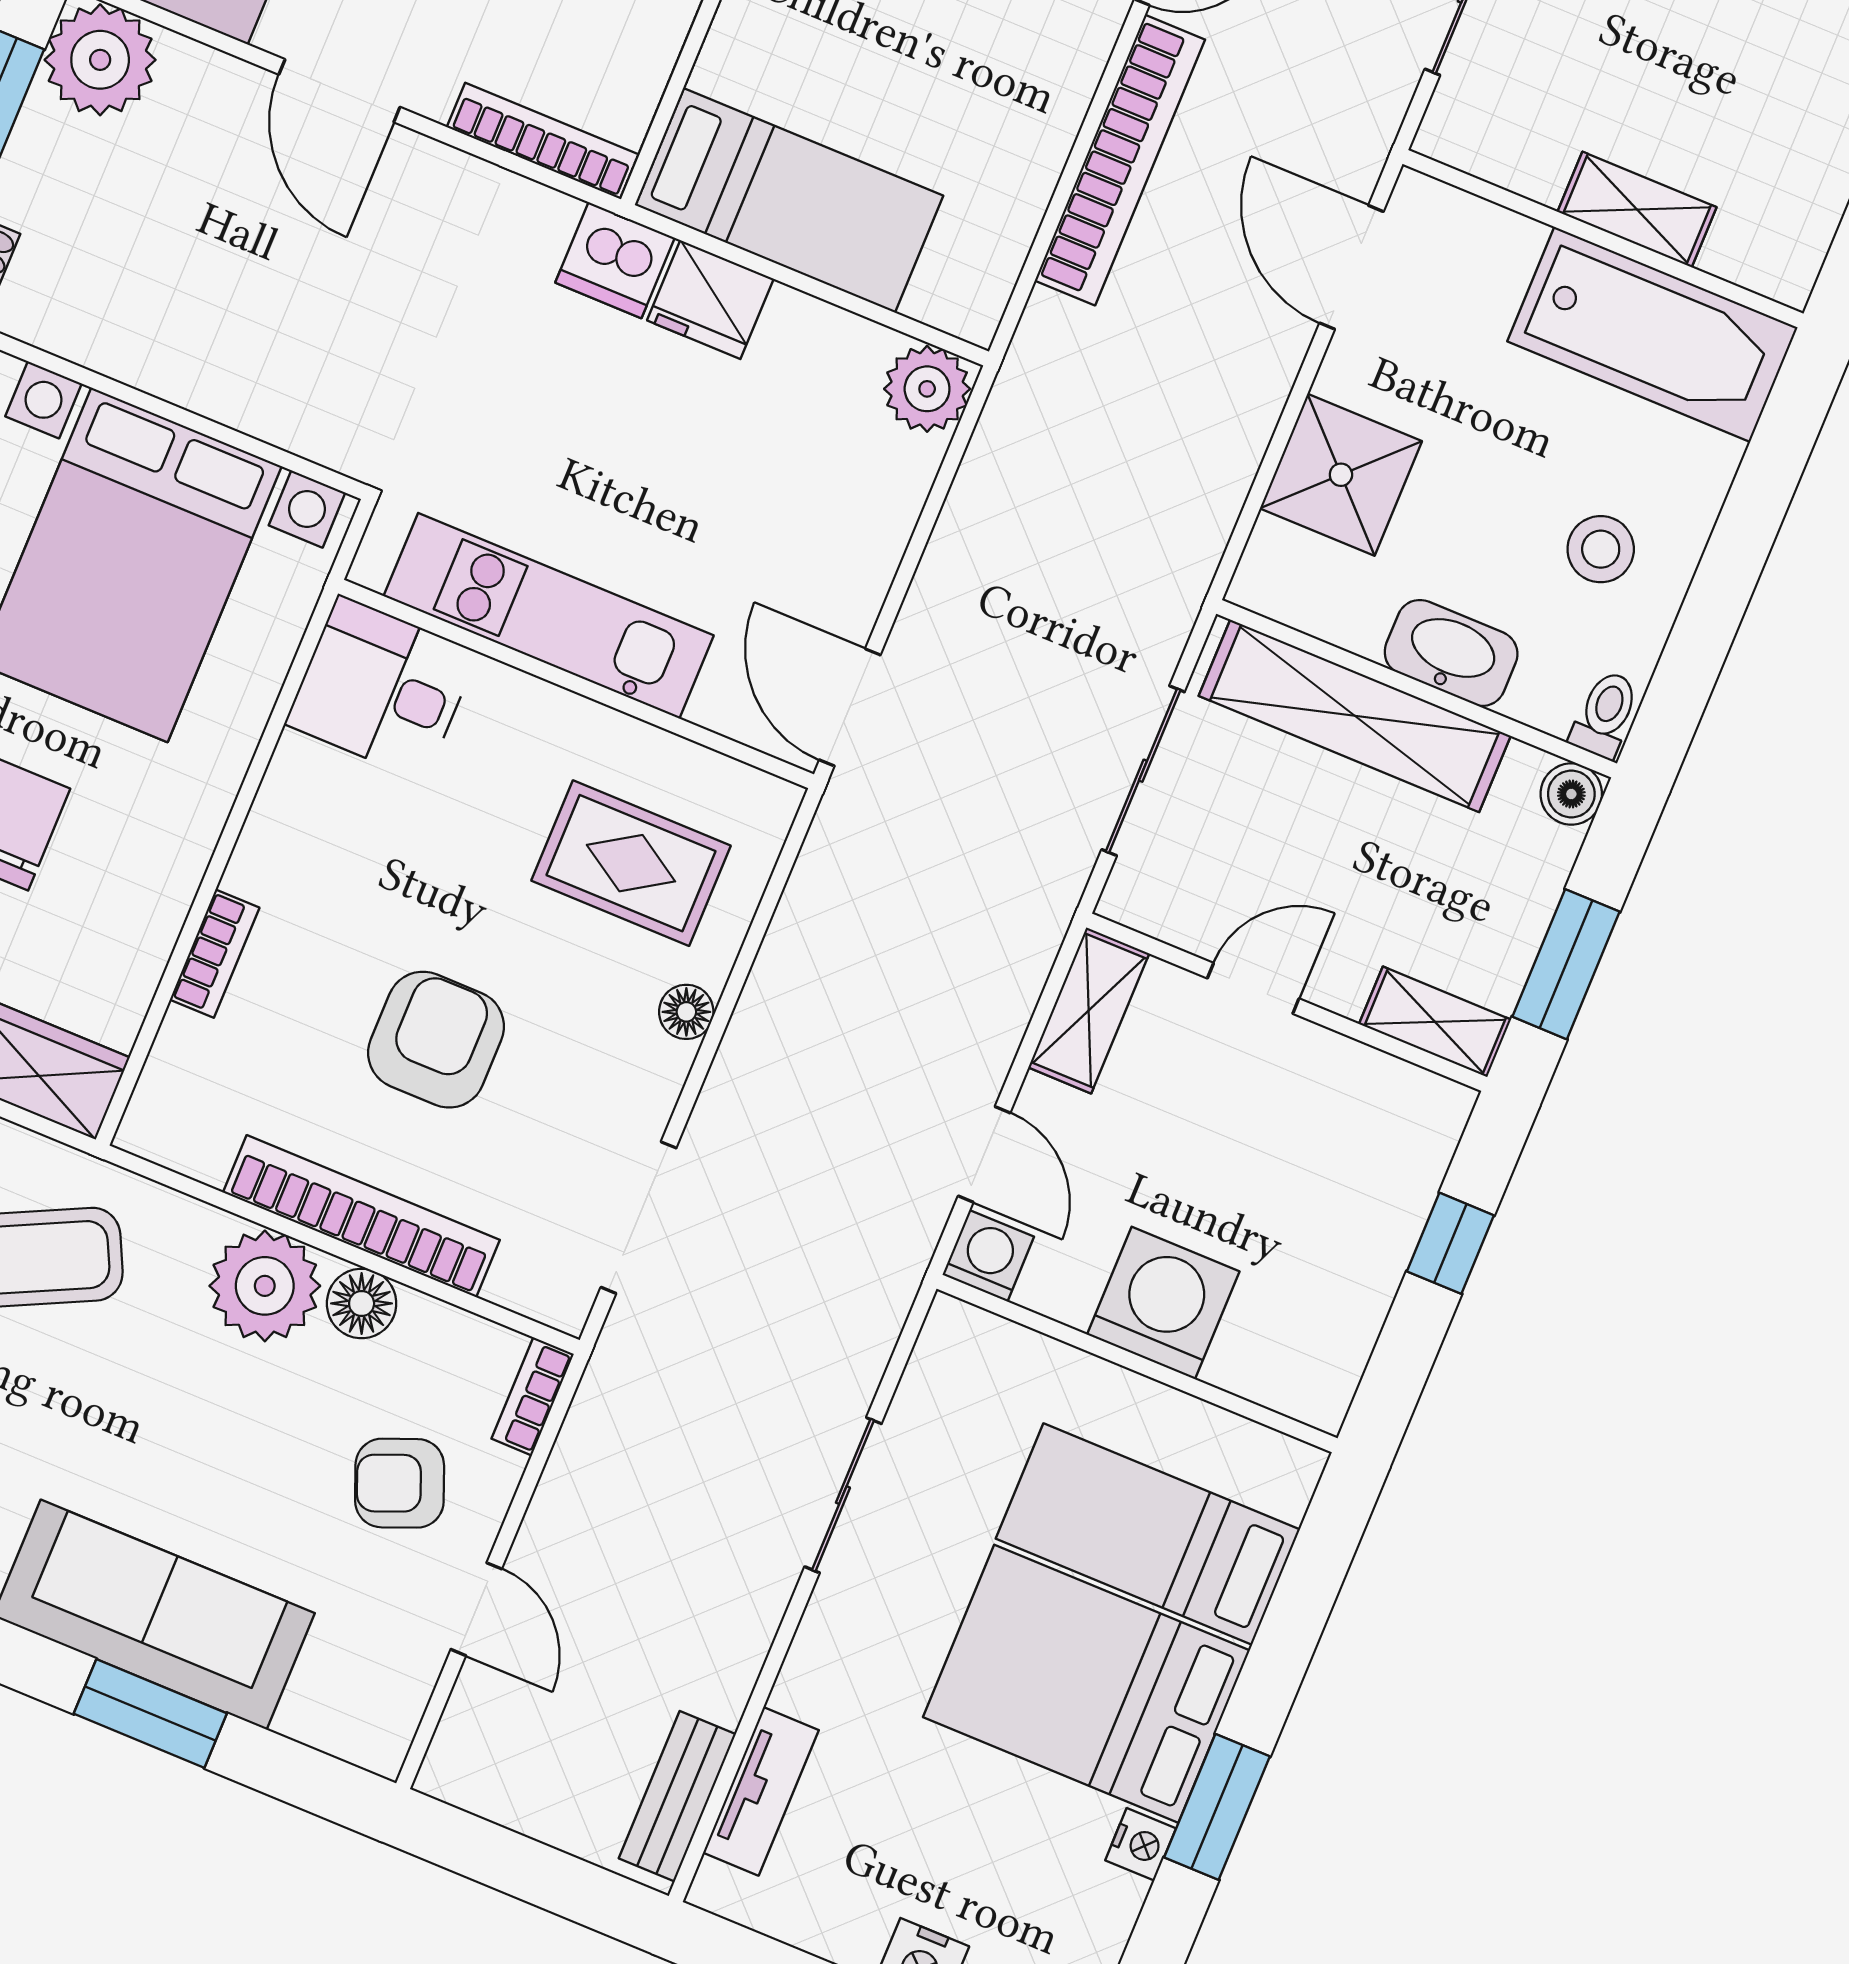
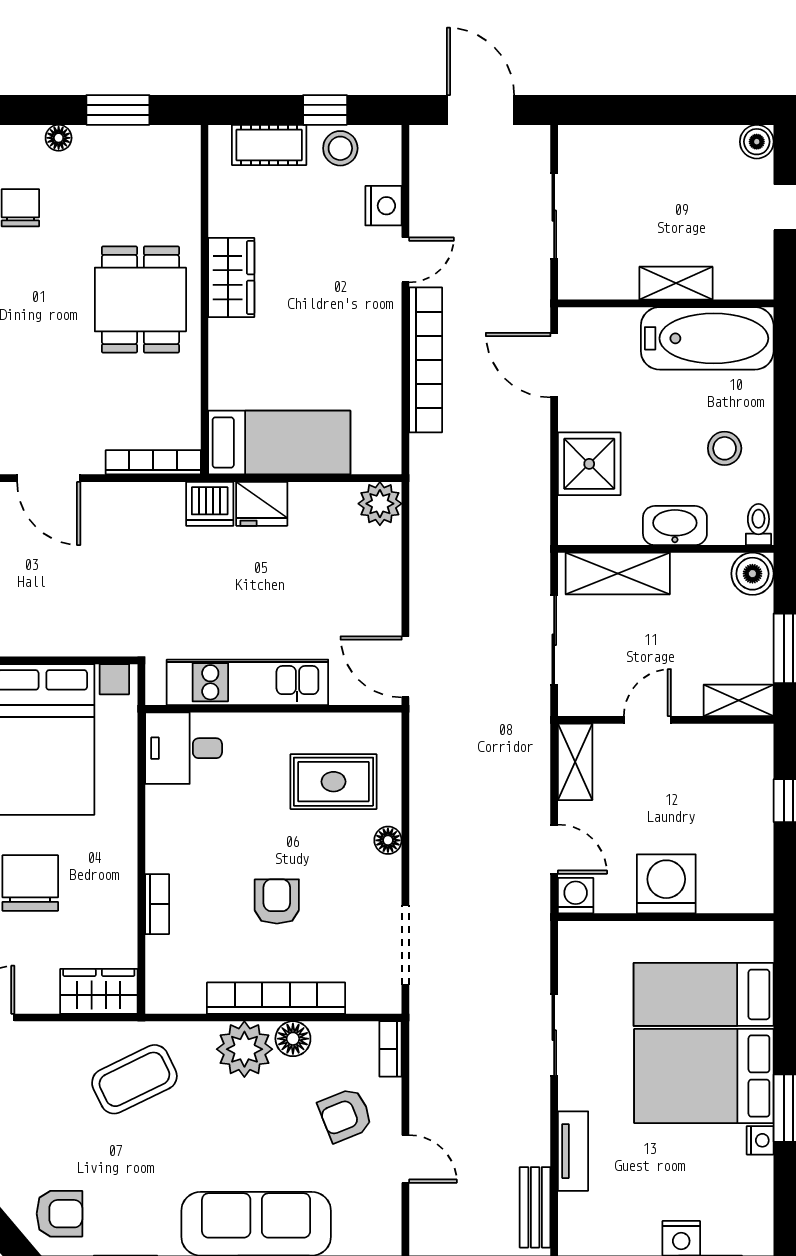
shelving: (1355, 716) -> (618, 573), width x0.68
boiler: (1571, 794) -> (752, 574), width x1.36, depth x1.36
armchair: (436, 1040) -> (277, 901), width x0.72, depth x0.72
tv unit: (761, 1791) -> (573, 1151), moved

